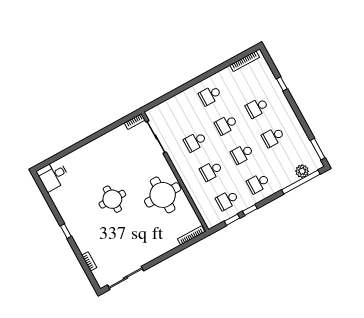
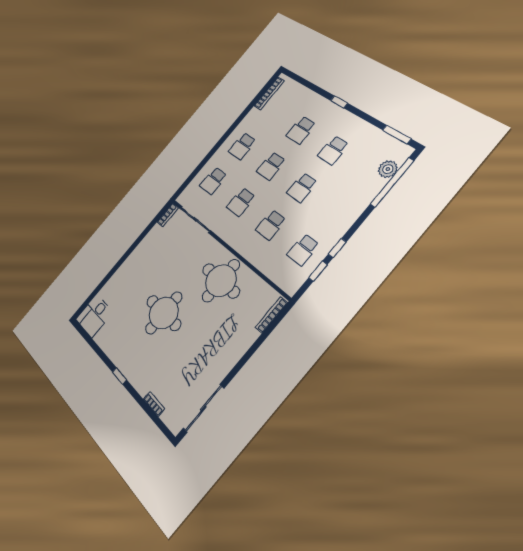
window: (282, 84) -> (339, 102), moved
school desk: (258, 183) -> (213, 181), moved
round table: (112, 199) -> (164, 313), width x1.36, depth x1.36

